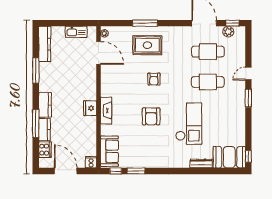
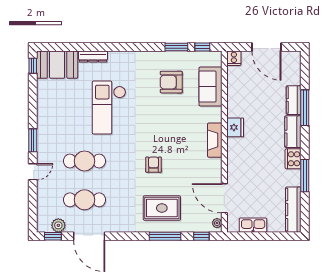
window: (117, 23) -> (201, 236), added
fireplace: (106, 111) -> (215, 140), moved
armchair: (151, 116) -> (171, 82), moved, turned -90
cooker: (45, 150) -> (293, 159), moved
sofa: (109, 151) -> (210, 86), moved

